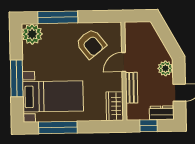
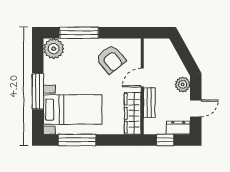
wardrobe: (115, 106) -> (133, 113), width x1.50

